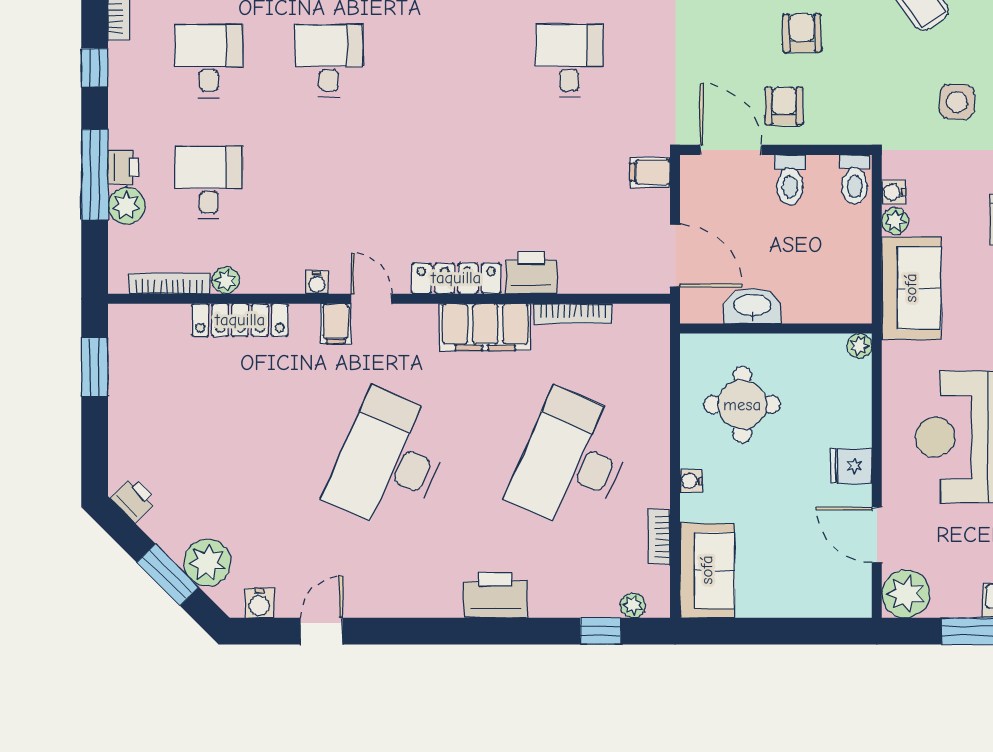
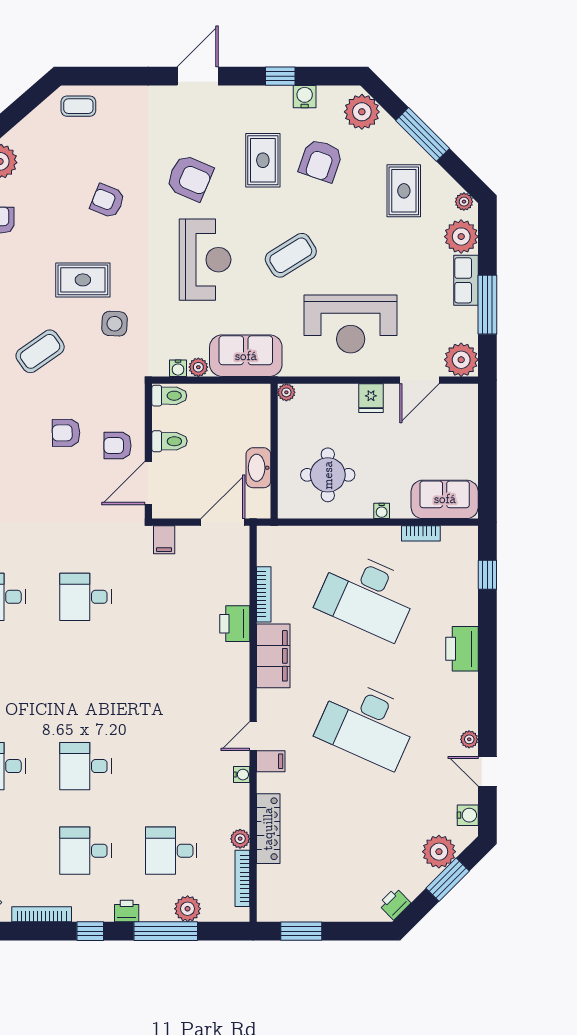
printer: (123, 167) -> (127, 911), moved
locker: (456, 278) -> (239, 676), removed
plant: (633, 605) -> (469, 739), moved

